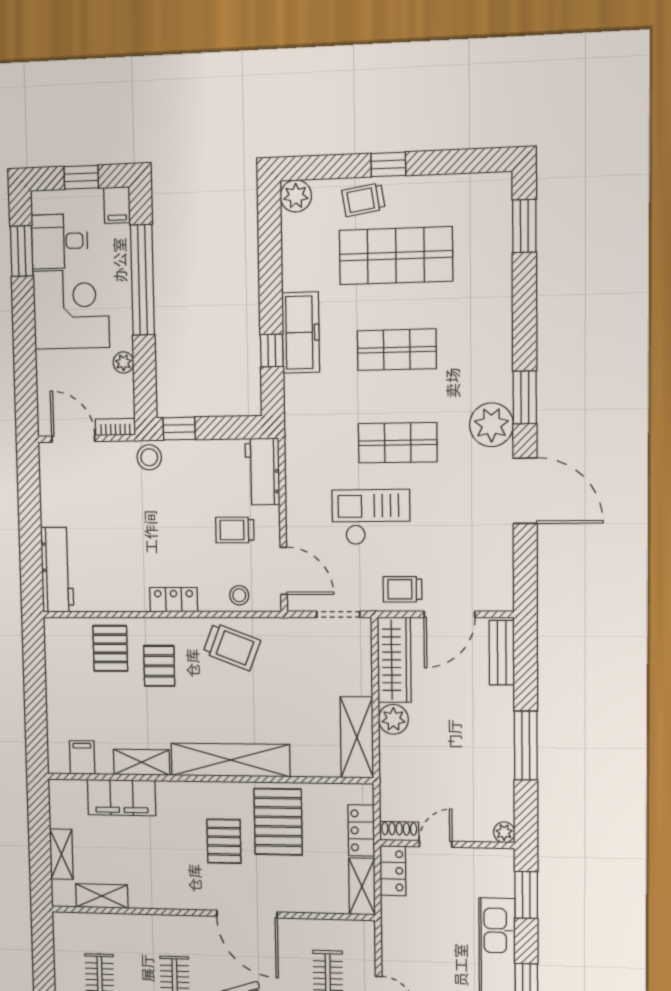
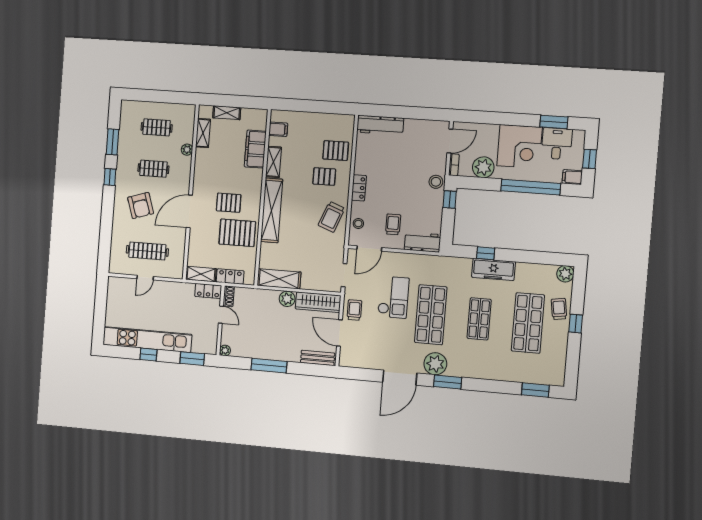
plant: (123, 362) -> (483, 167), width x1.87, depth x1.87
shop shelf: (398, 443) -> (431, 315), width x1.43, depth x1.36
plant: (134, 924) -> (187, 150), added

